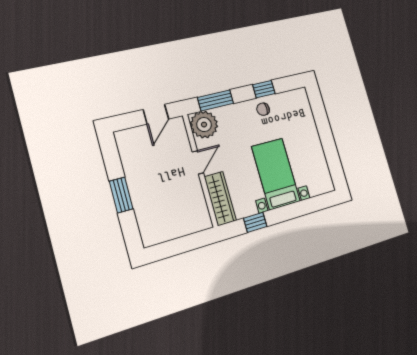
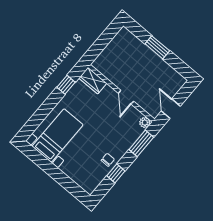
plant: (204, 125) -> (145, 123), width x0.53, depth x0.53
bed with nightstands: (276, 174) -> (58, 135), moved, turned -90
wardrobe: (220, 199) -> (93, 81), width x0.67

